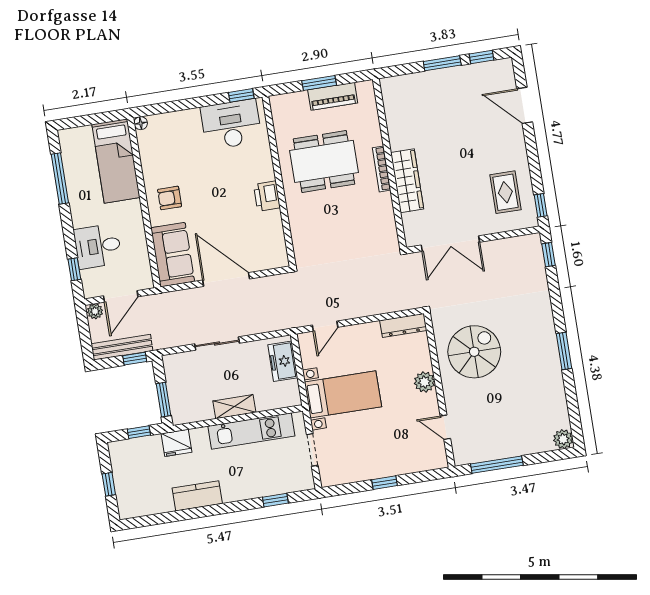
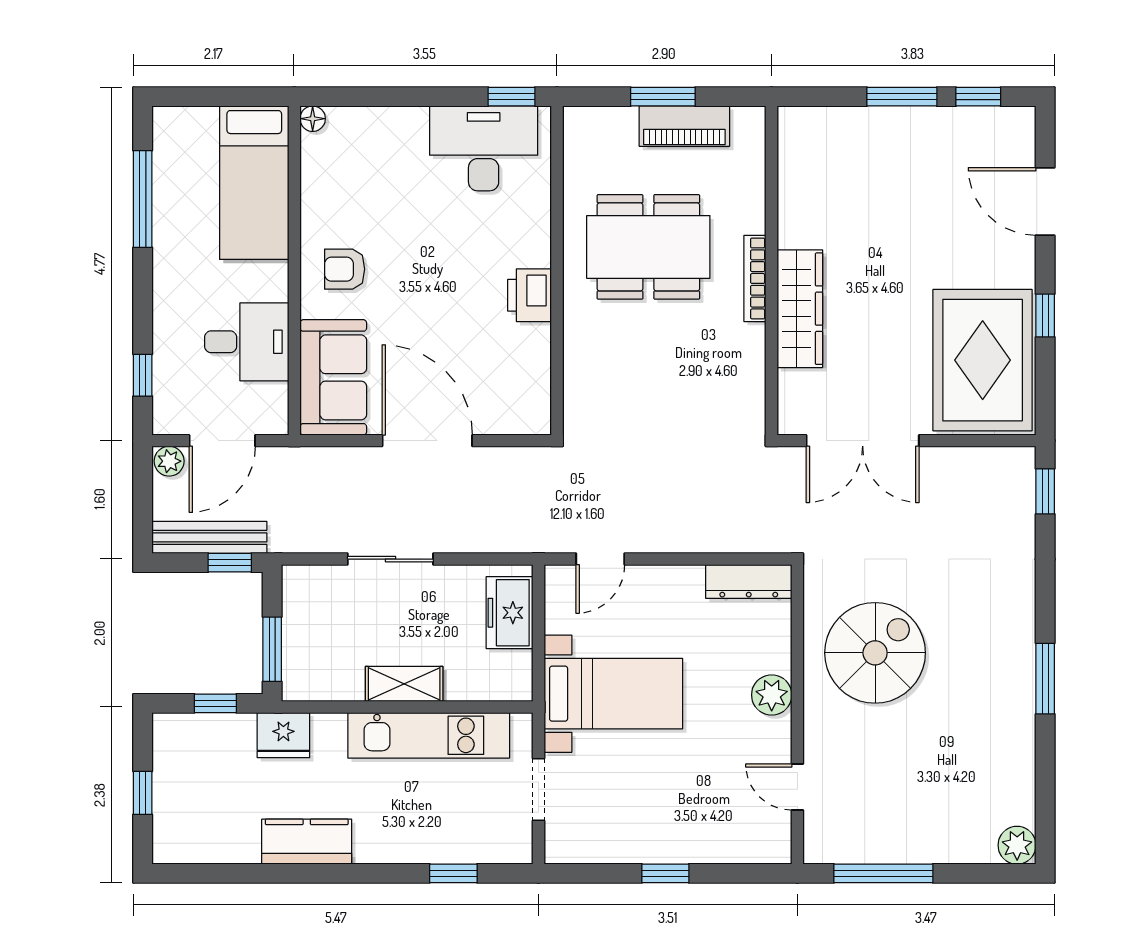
rug: (505, 192) -> (983, 360), width x1.86, depth x2.06
window: (541, 205) -> (1045, 315), moved
desk: (98, 246) -> (247, 342), moved, turned 180

